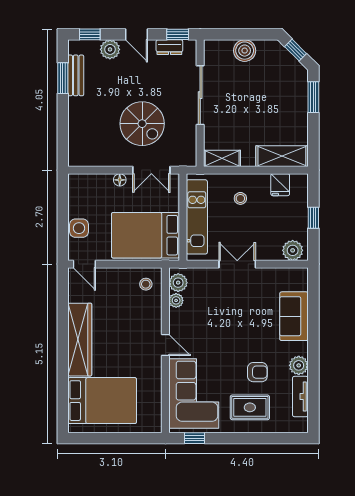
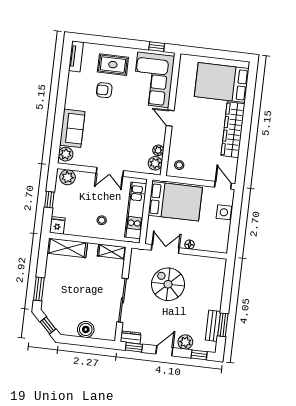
door: (137, 34) -> (164, 351), hinge flipped
dresser: (169, 47) -> (131, 337), moved
fridge: (280, 185) -> (57, 225), moved
plant: (299, 365) -> (66, 154), moved
tv unit: (300, 397) -> (76, 56), moved

